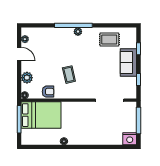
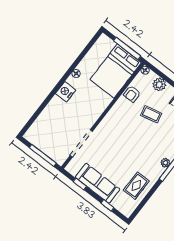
sofa: (128, 63) -> (98, 183), width x1.36
coffee table: (69, 75) -> (151, 114), moved
nightstand: (130, 139) -> (66, 92), moved

